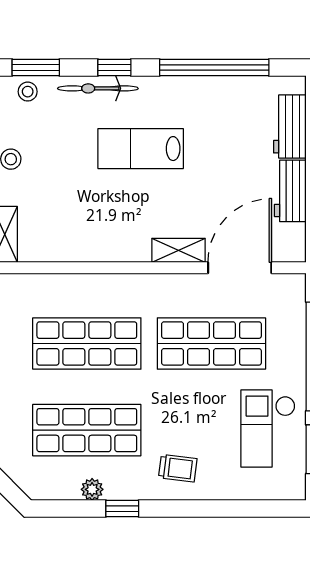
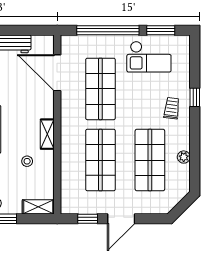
stool: (85, 215) -> (27, 161), added
shelving: (179, 250) -> (47, 134), moved
window: (122, 509) -> (195, 97), moved

